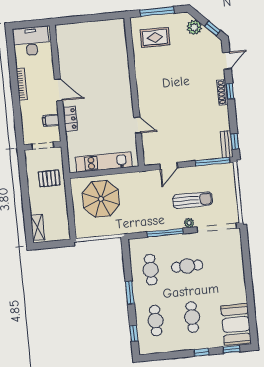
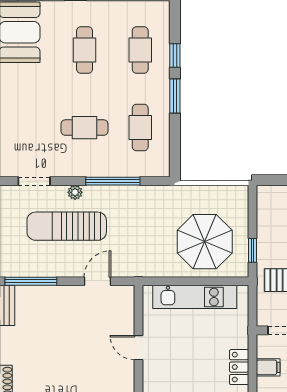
window: (69, 196) -> (252, 250), added
sun lounger: (193, 200) -> (67, 226), width x1.36, depth x1.34
doorway: (217, 228) -> (34, 181), width x0.53
window: (134, 333) -> (175, 55), moved

